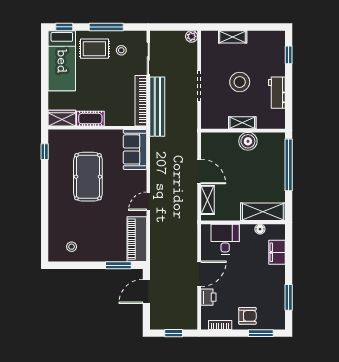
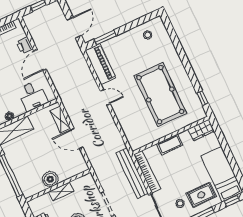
cot: (90, 119) -> (170, 145), moved
sofa: (135, 149) -> (134, 132), removed
pool table: (88, 177) -> (160, 95), width x1.36, depth x1.32
door: (148, 201) -> (105, 97), hinge flipped

